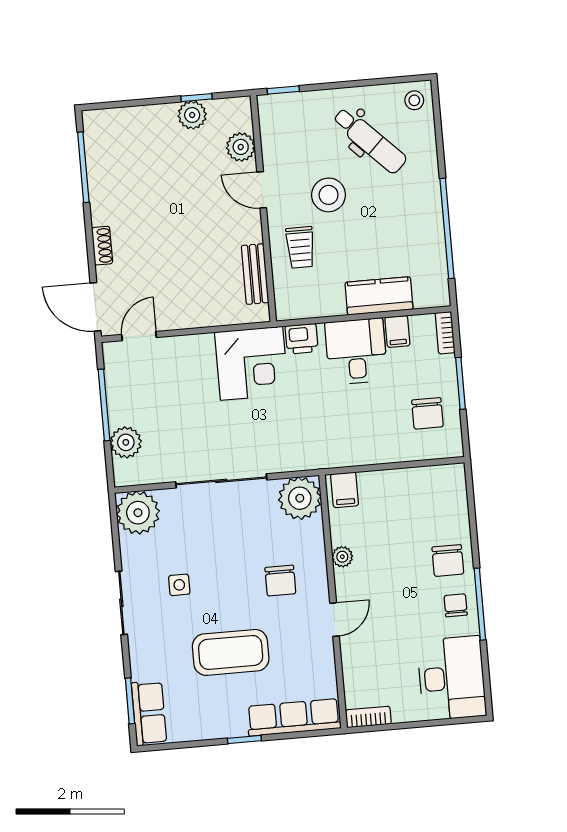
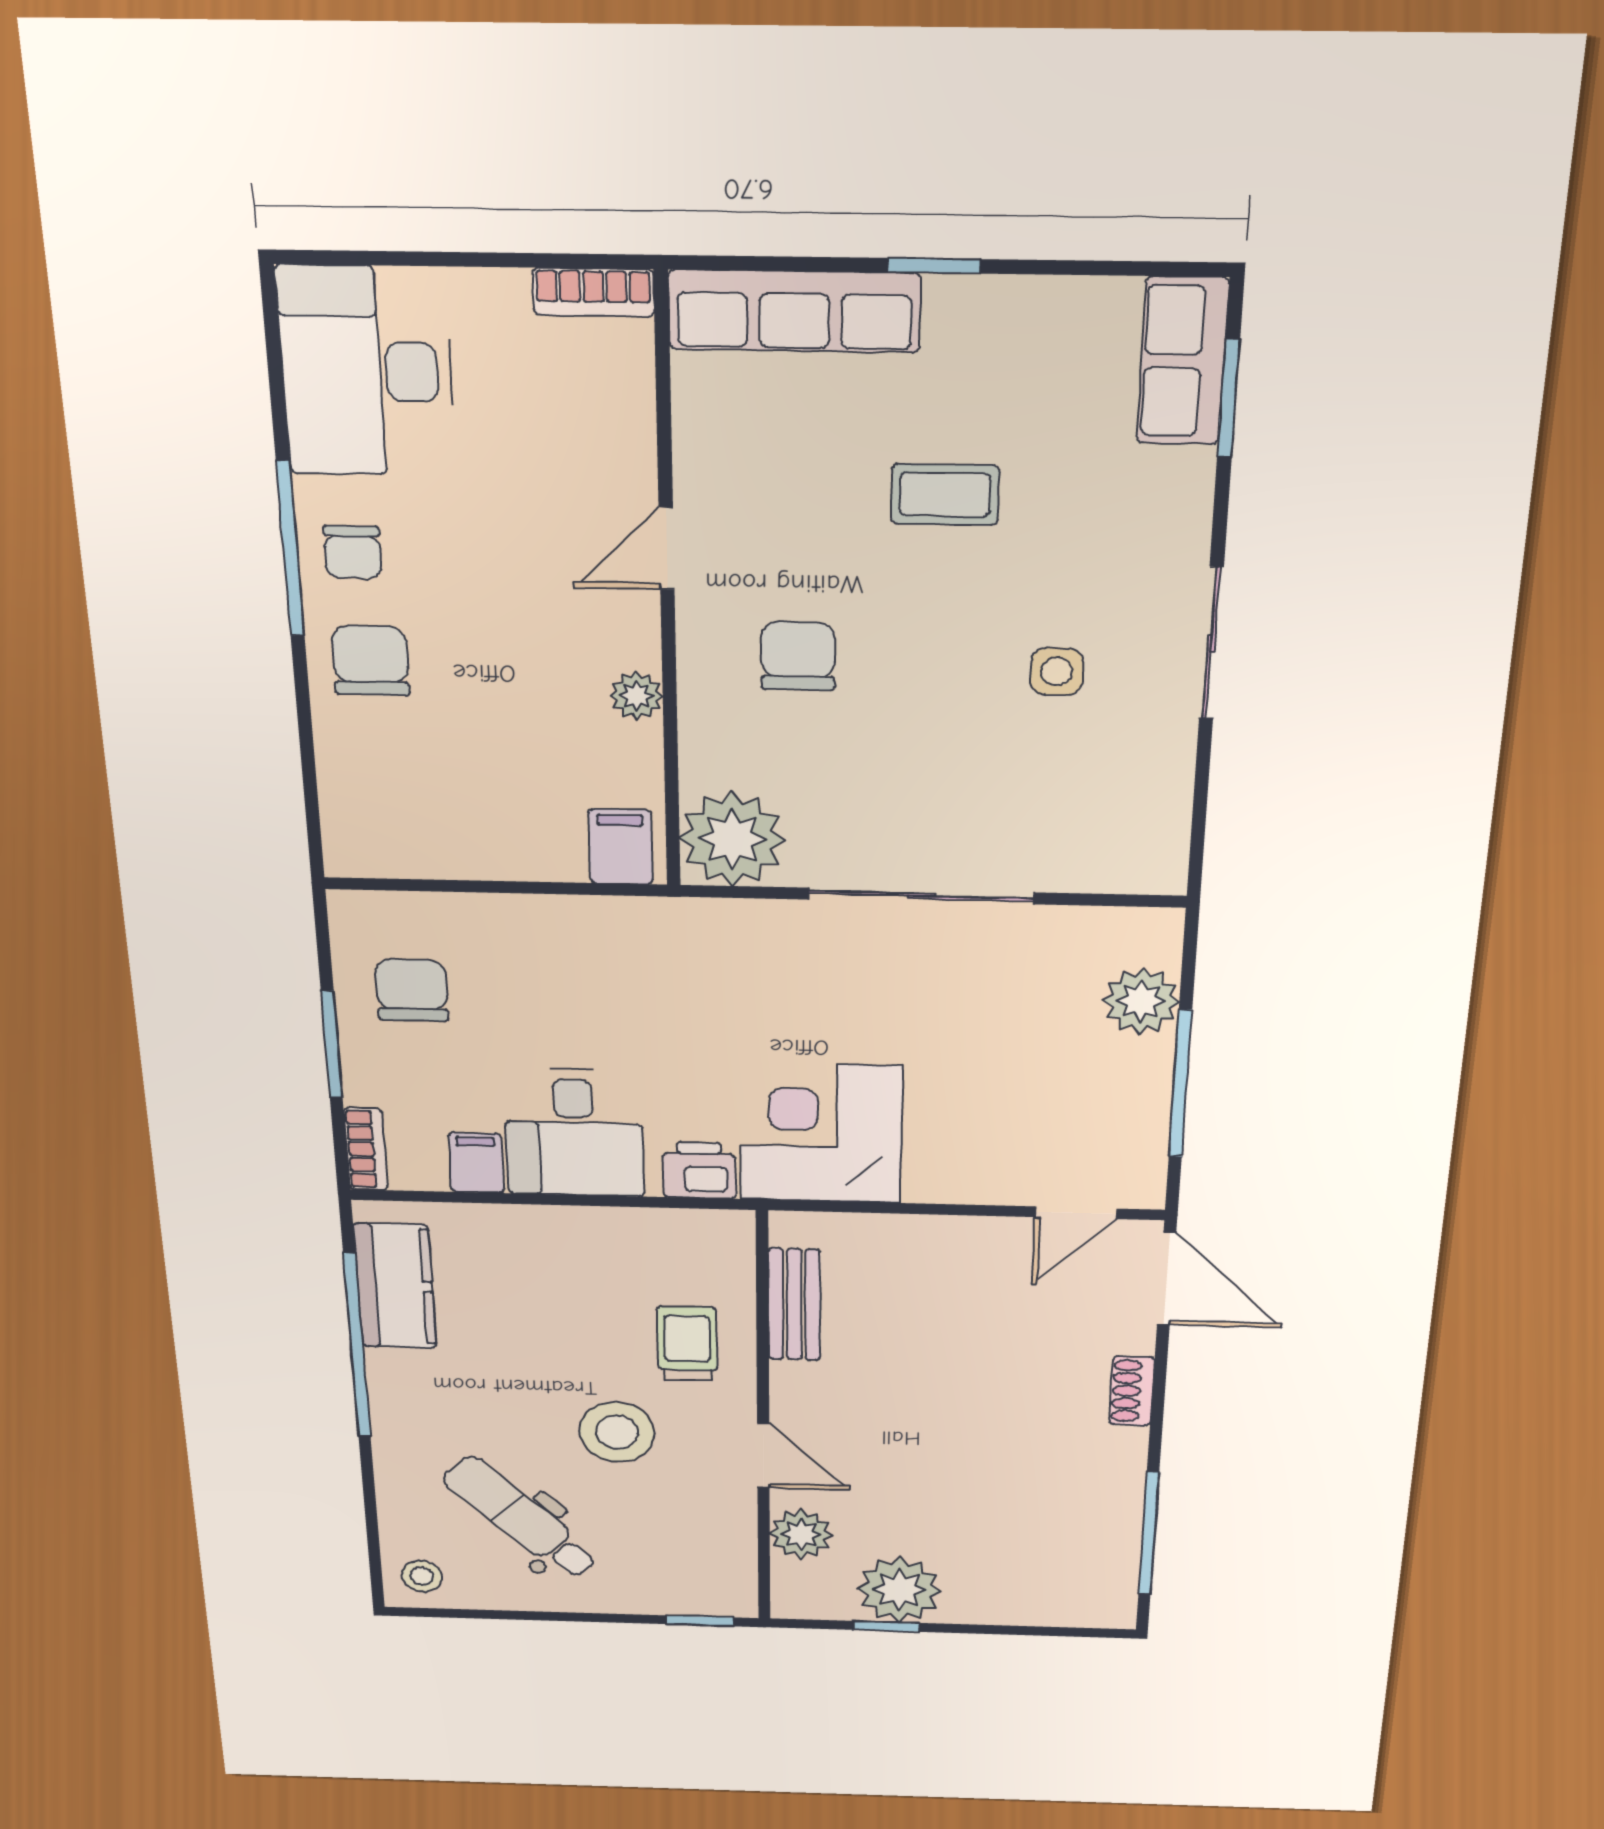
plant: (192, 115) -> (899, 1590), width x1.36, depth x1.36
kitchen counter: (379, 296) -> (395, 1286), moved, turned -90
plant: (138, 513) -> (1136, 847), removed
coffee table: (231, 652) -> (945, 495), width x0.54, depth x0.58

